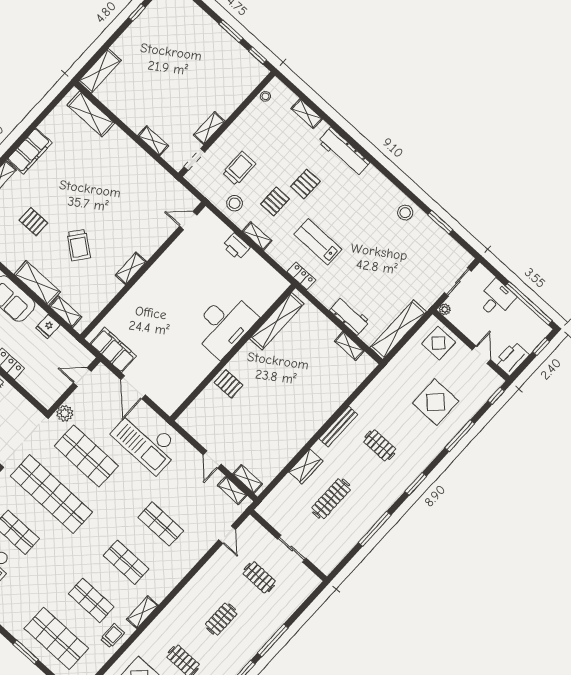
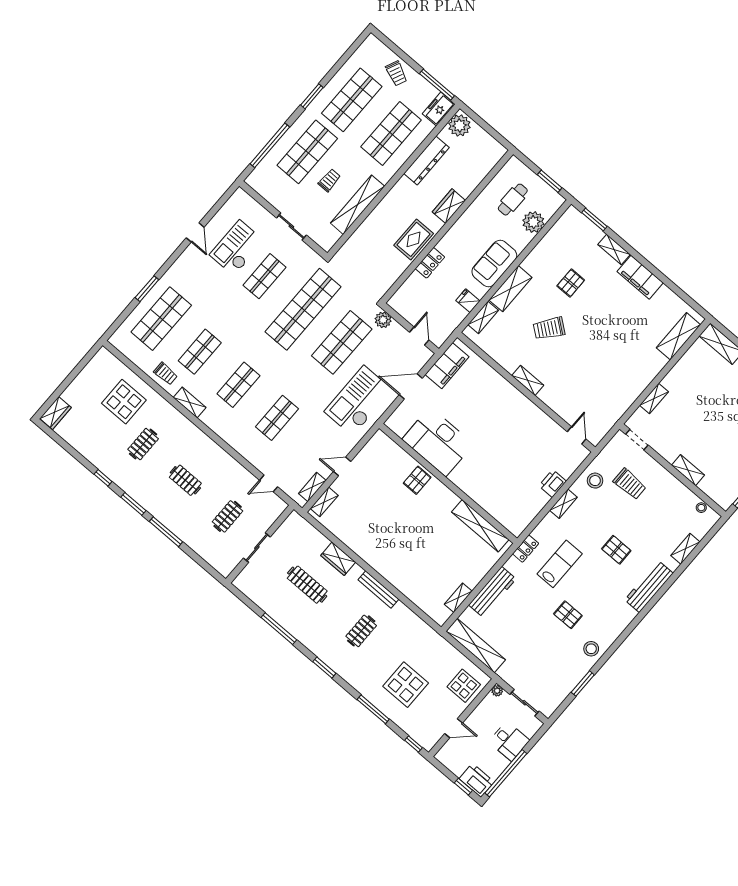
shelving: (209, 128) -> (688, 470), moved
pallet: (275, 201) -> (568, 615), moved
workbench: (349, 316) -> (492, 592), width x1.37
desk: (224, 324) -> (438, 442), moved
printer: (512, 358) -> (477, 780), moved

